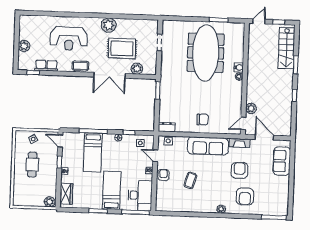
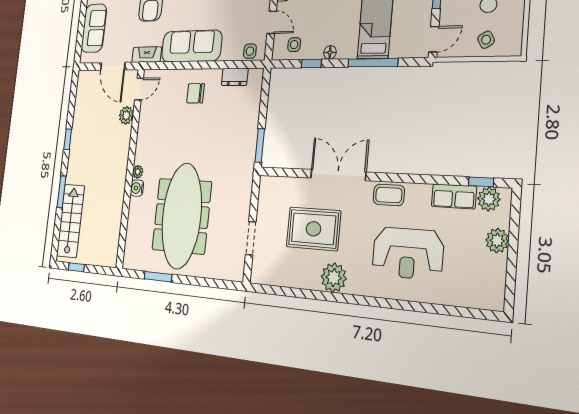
door: (259, 21) -> (102, 270), removed
reception desk: (69, 39) -> (408, 253), turned 180
plant: (137, 69) -> (489, 199), moved
dresser: (167, 127) -> (235, 77), moved
door: (60, 141) -> (434, 39), hinge flipped

